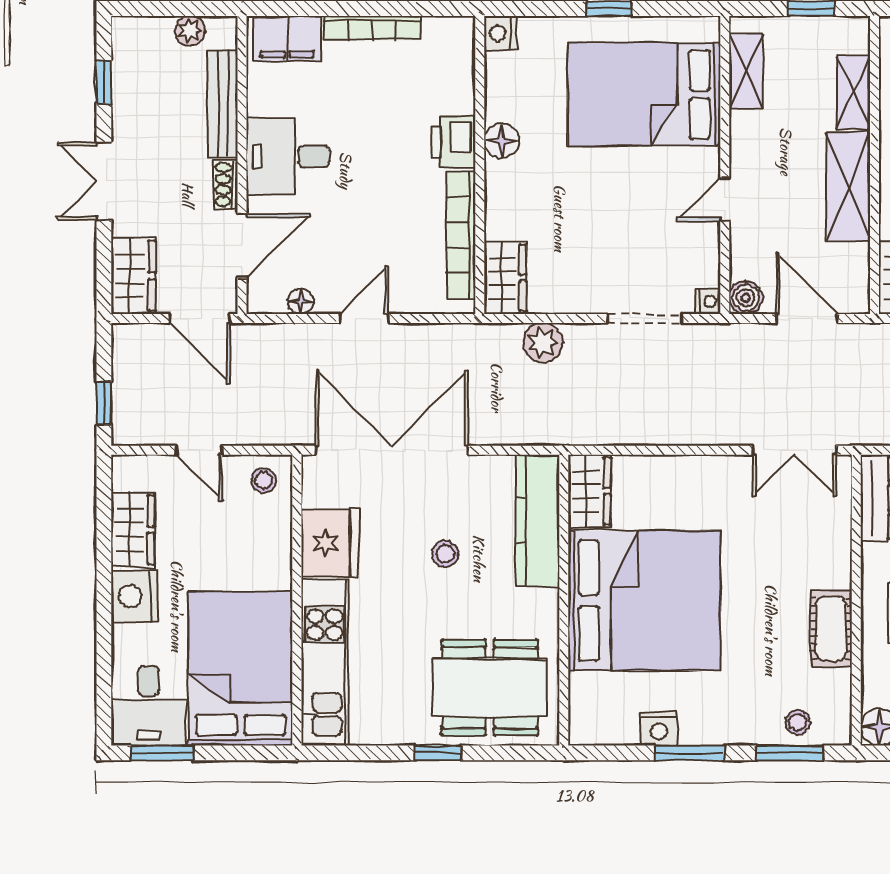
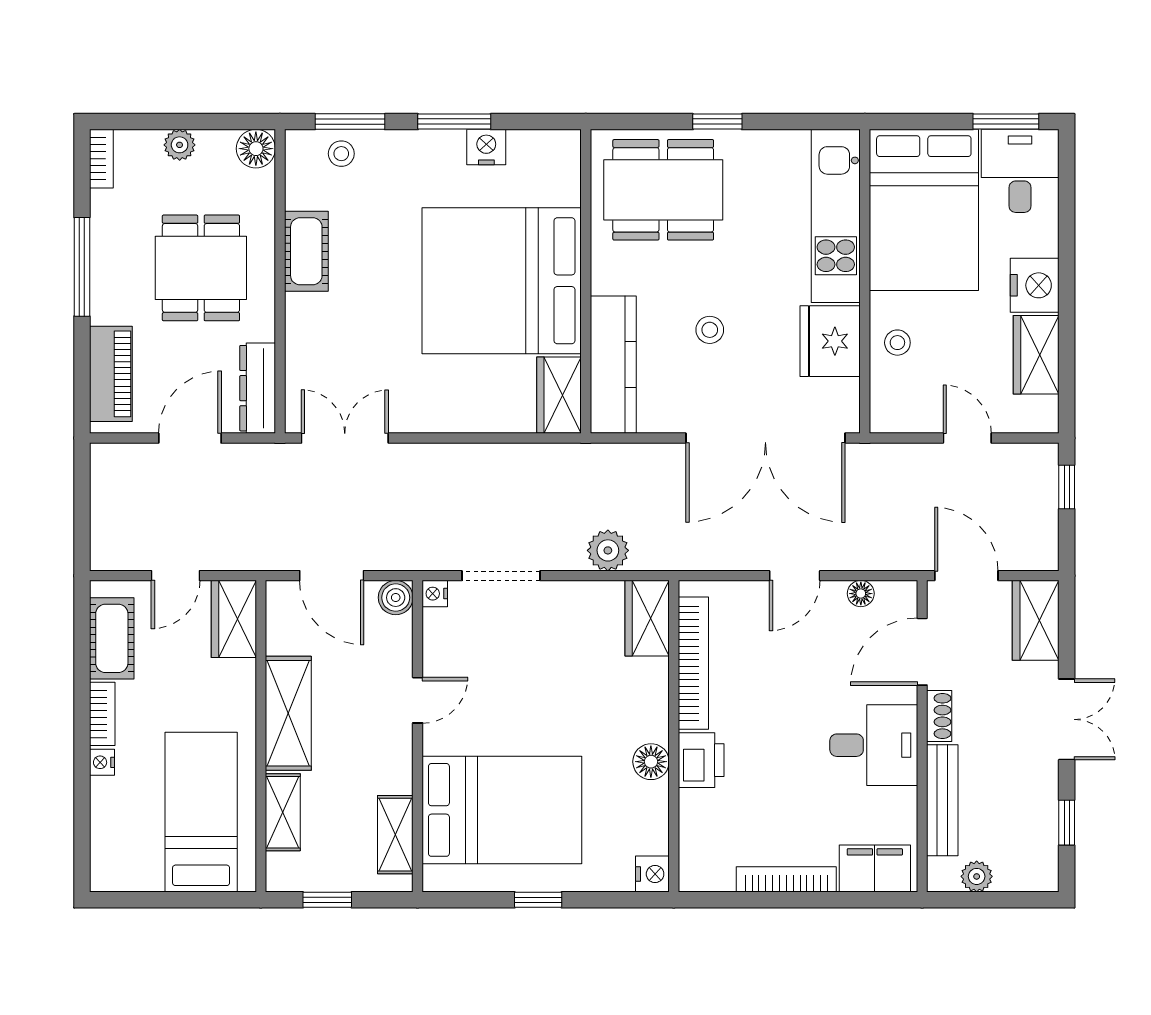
stool: (264, 480) -> (897, 343), moved

